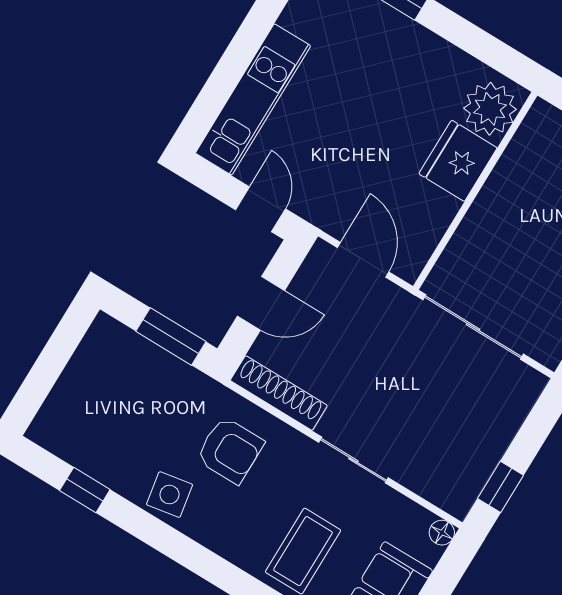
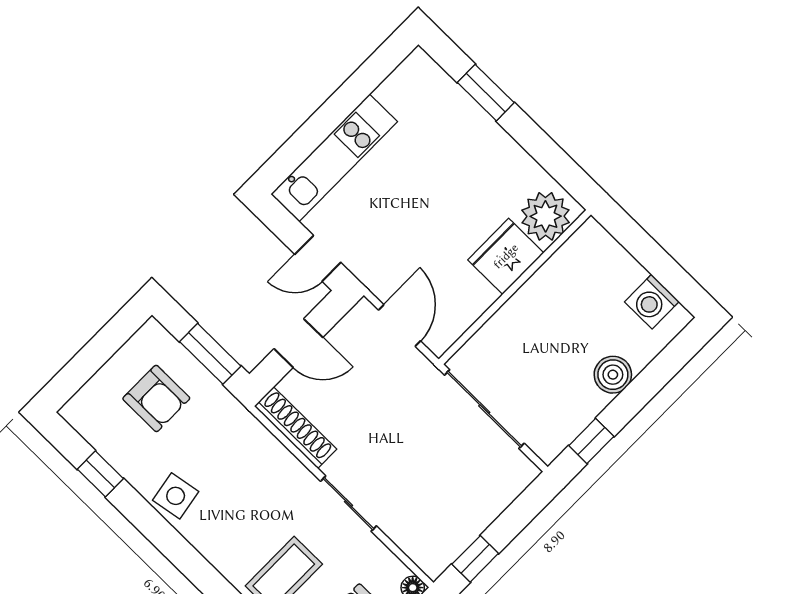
door: (261, 209) -> (318, 258), swing flipped
armchair: (230, 450) -> (156, 398), moved

